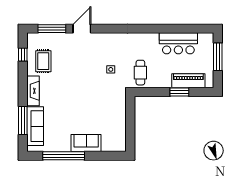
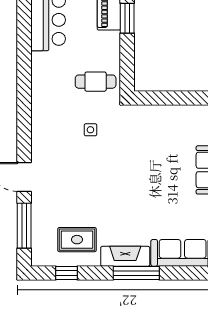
window: (23, 121) -> (136, 273), moved

